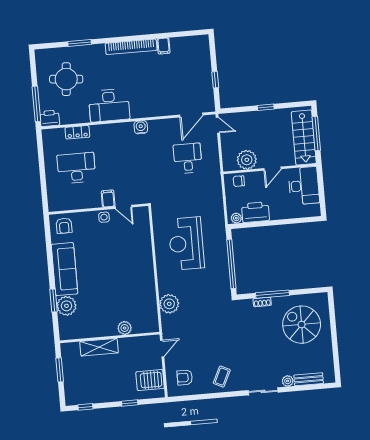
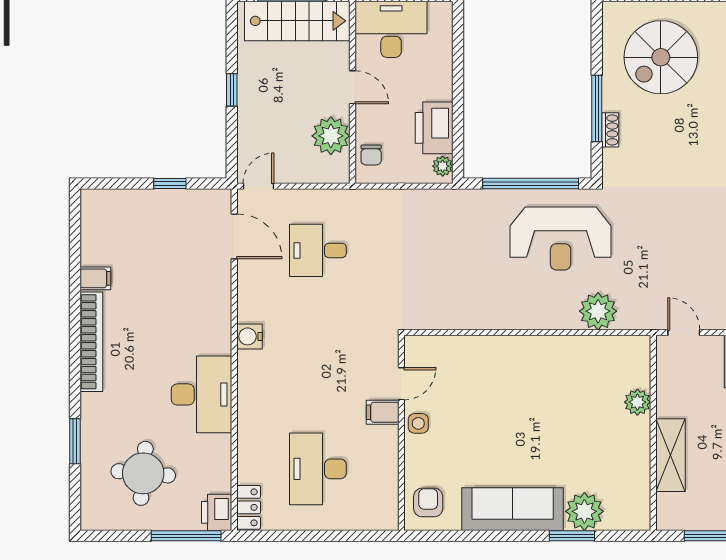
locker: (77, 132) -> (249, 507), moved
armchair: (64, 226) -> (428, 502), turned -90
reception desk: (186, 244) -> (561, 238), moved

